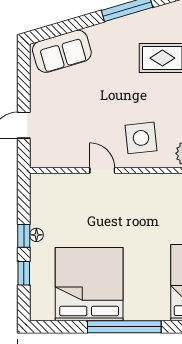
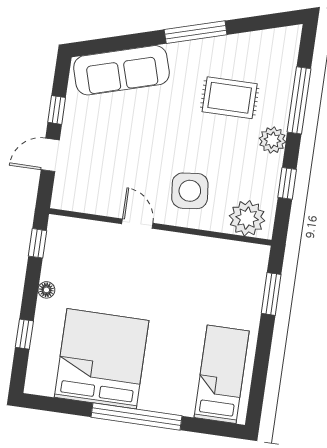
sofa: (62, 51) -> (121, 70), width x1.36
window: (24, 88) -> (57, 110), added
window: (24, 236) -> (37, 243), moved

